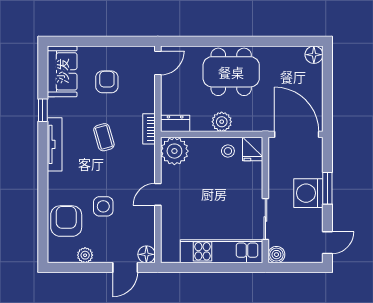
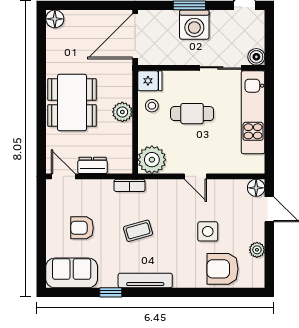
dresser: (175, 123) -> (93, 165), moved, turned 90
cafe table: (220, 191) -> (192, 114), added

